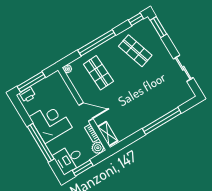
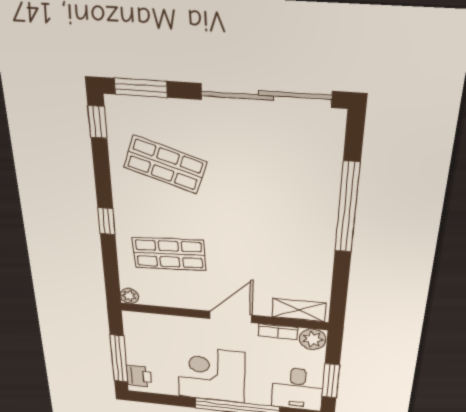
window: (97, 43) -> (106, 221), width x0.32
shop shelf: (135, 51) -> (165, 165), turned 36
sliding door: (183, 68) -> (266, 95), width x1.86

